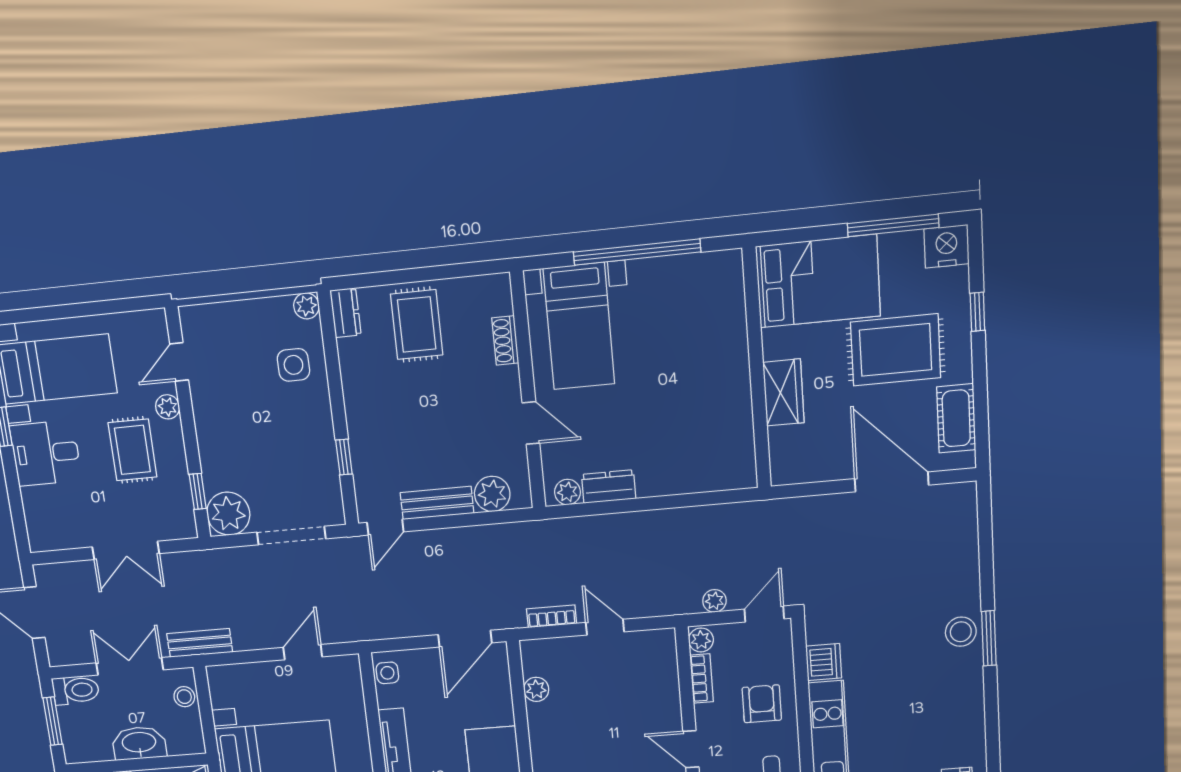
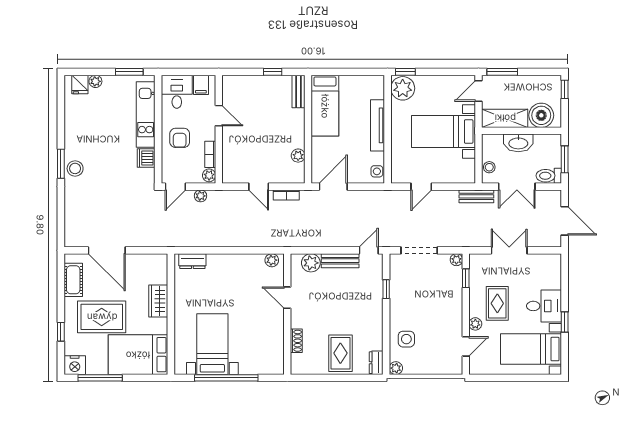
bed with nightstands: (579, 326) -> (212, 344), moved
dresser: (609, 487) -> (192, 261), moved
plant: (228, 514) -> (456, 260), width x0.53, depth x0.53

